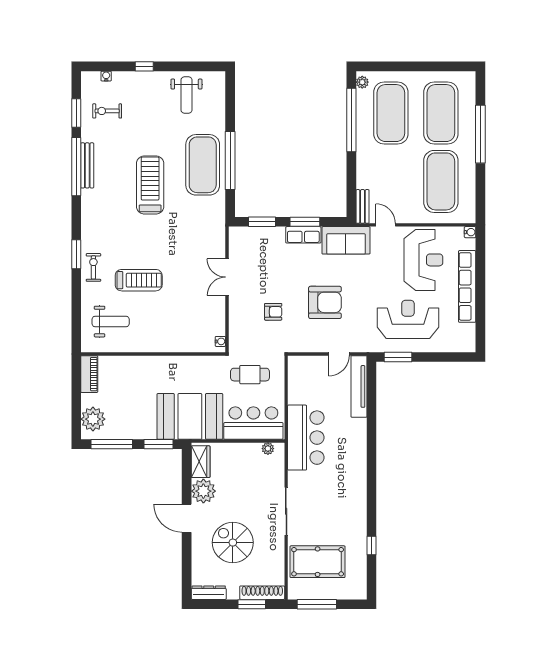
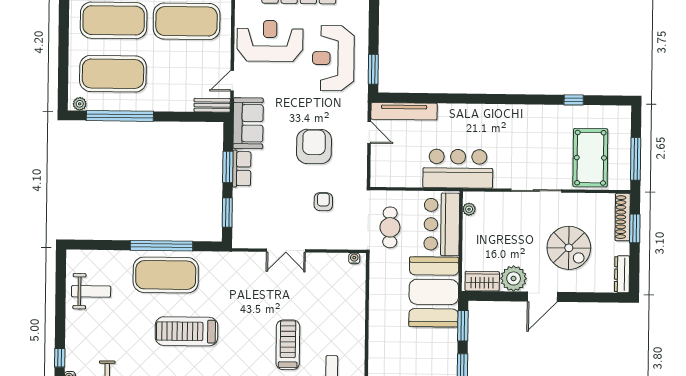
window: (144, 66) -> (60, 358), moved
spiral stairs: (233, 543) -> (569, 248), turned -90

